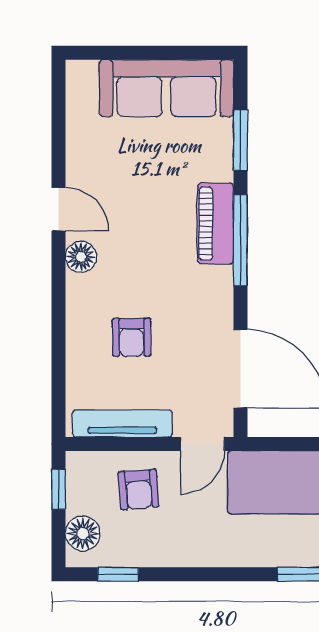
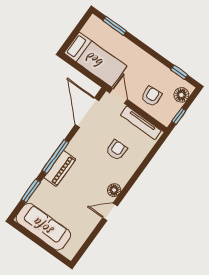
door: (59, 209) -> (110, 212), hinge flipped
door: (202, 444) -> (118, 96), hinge flipped

